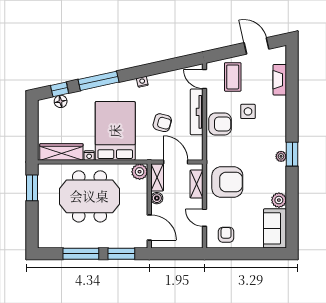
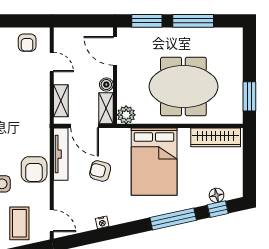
nightstand: (142, 82) -> (102, 222), moved
tv unit: (197, 112) -> (61, 154), moved
armchair: (220, 124) -> (34, 169), turned -90
nightstand: (89, 156) -> (184, 133), removed
armchair: (227, 182) -> (26, 103), removed

